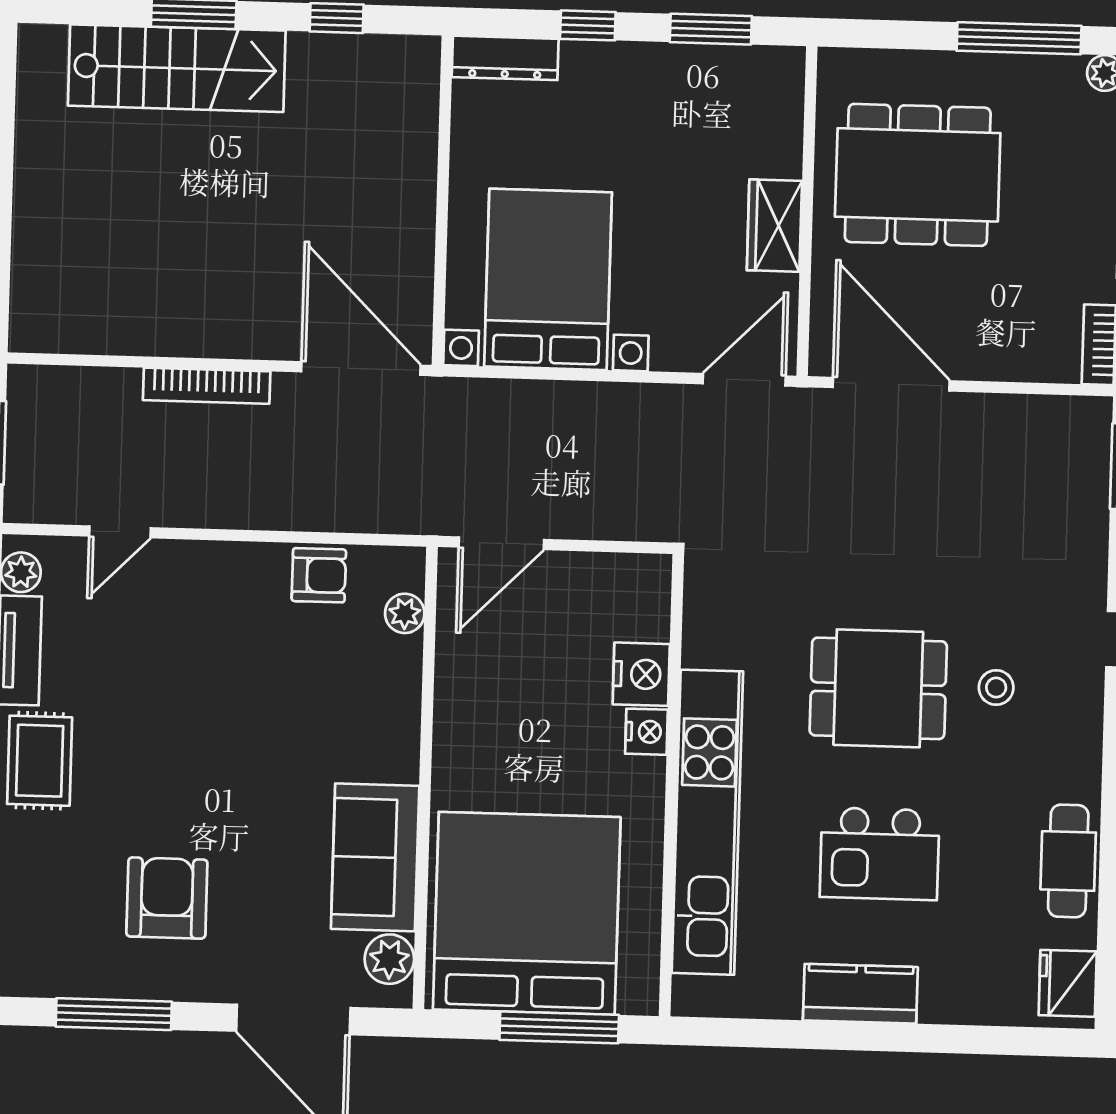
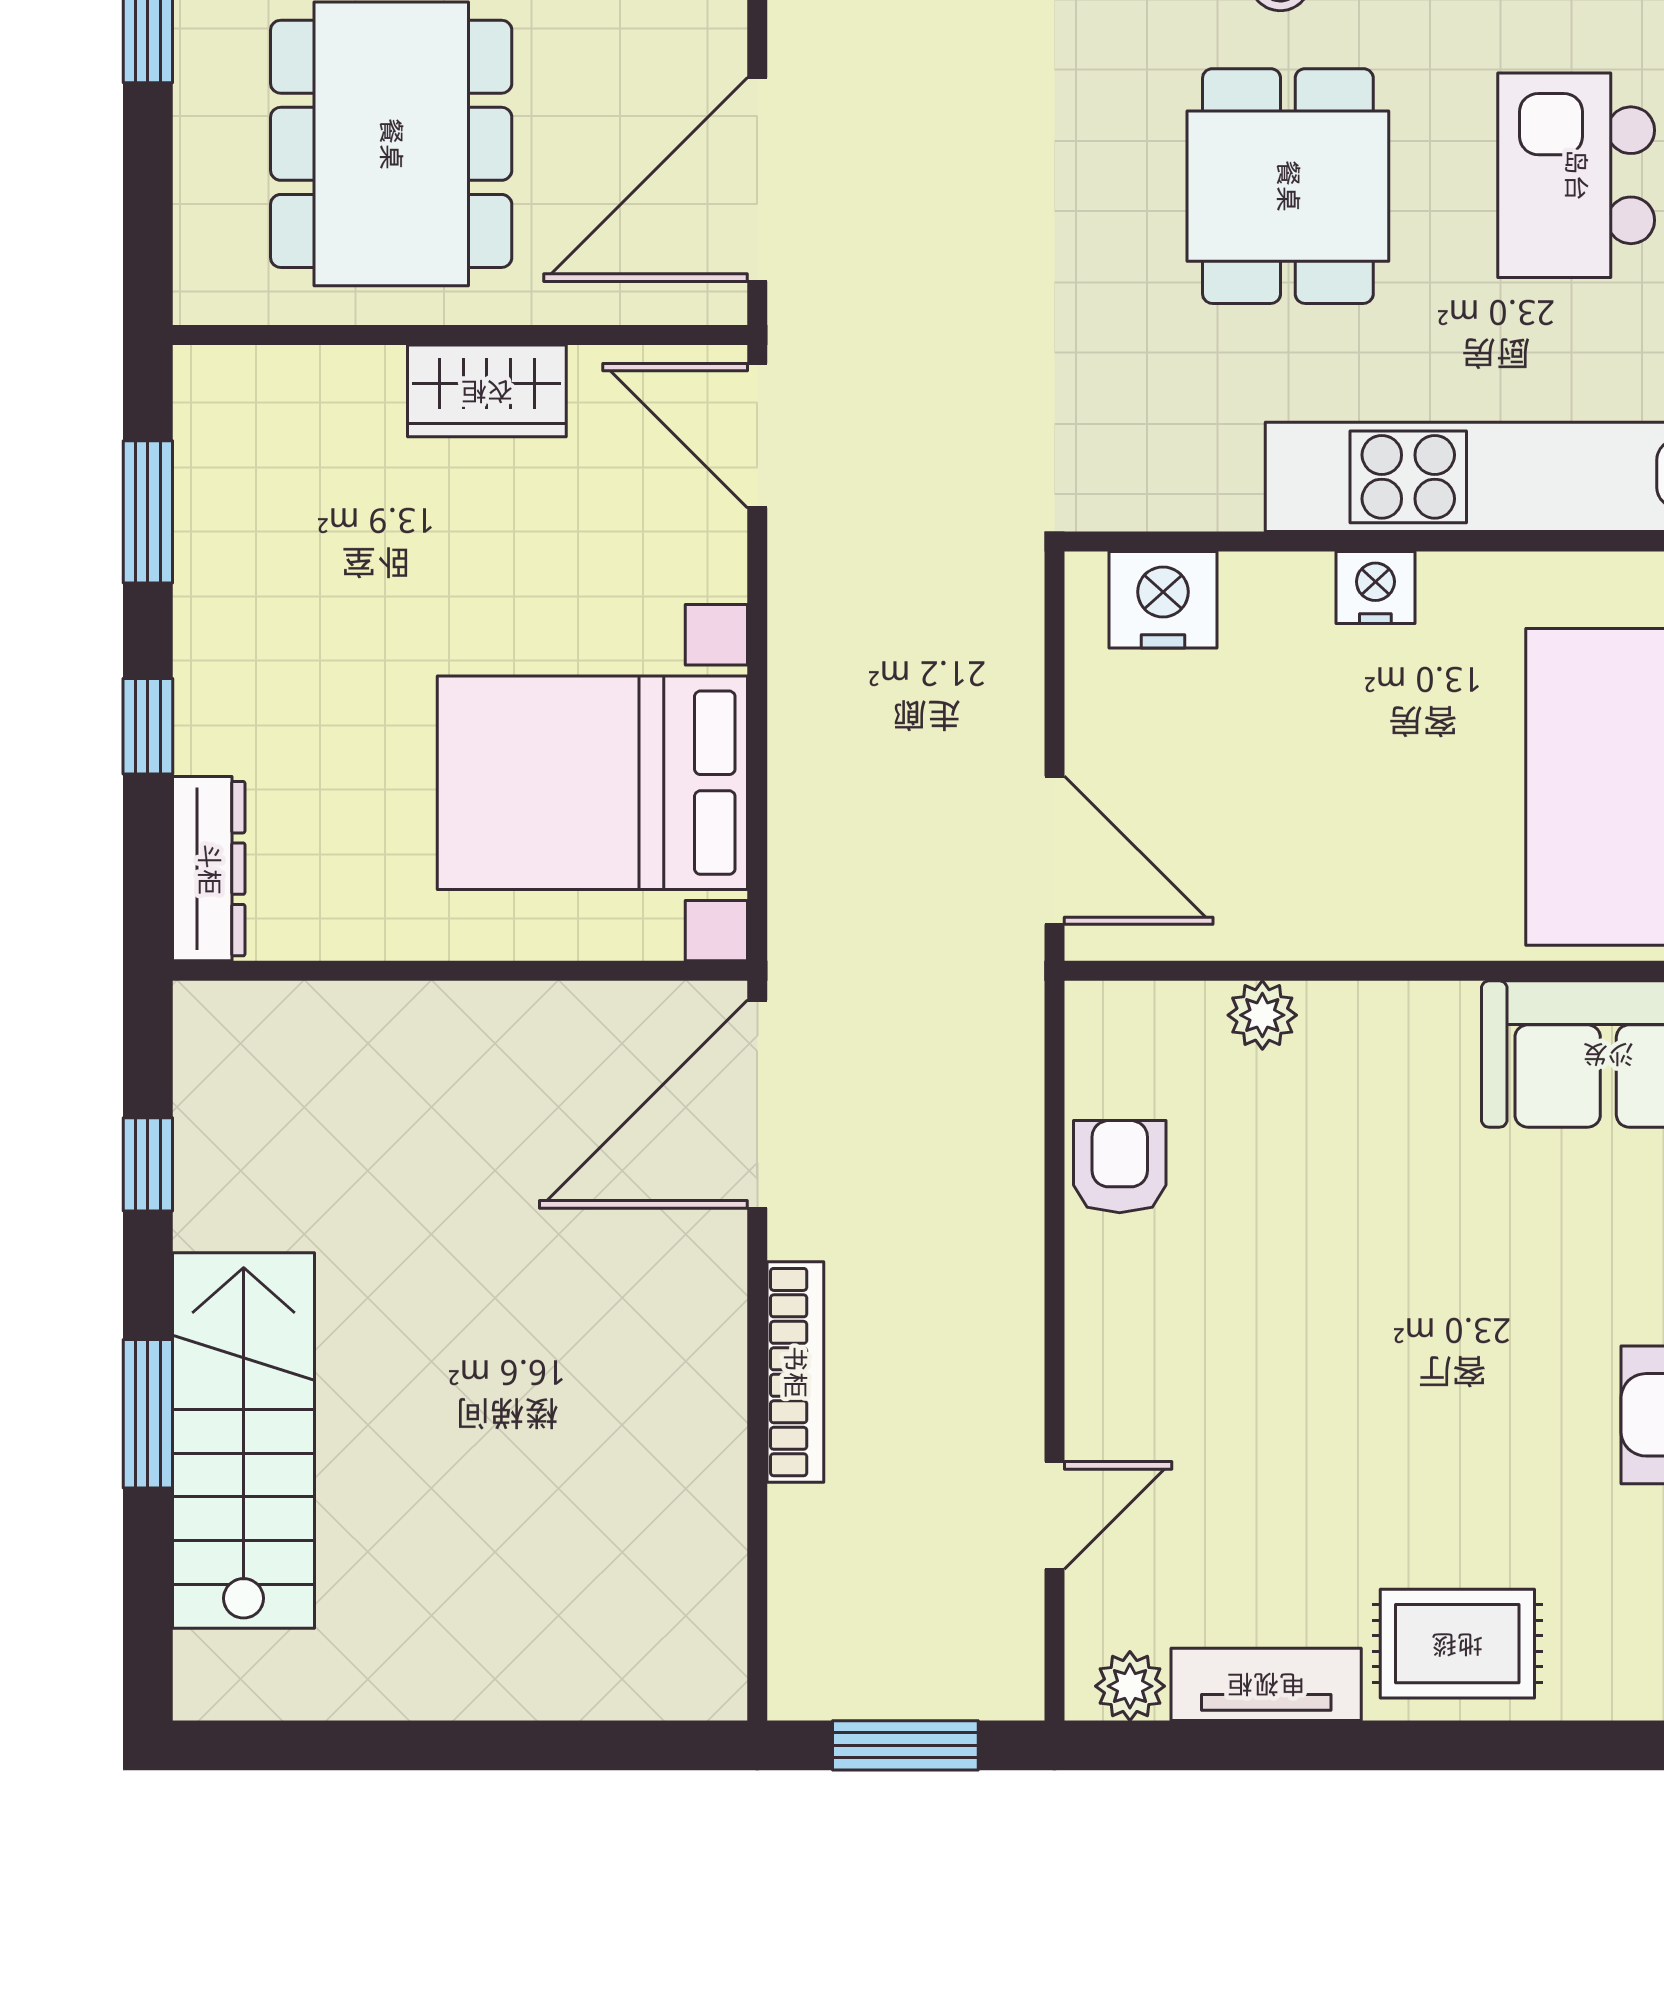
door: (120, 532) -> (1054, 1515), hinge flipped
plant: (405, 613) -> (1262, 1015), moved
nightstand: (641, 674) -> (1163, 600), moved
kitchen island: (880, 854) -> (1576, 175), turned 180

